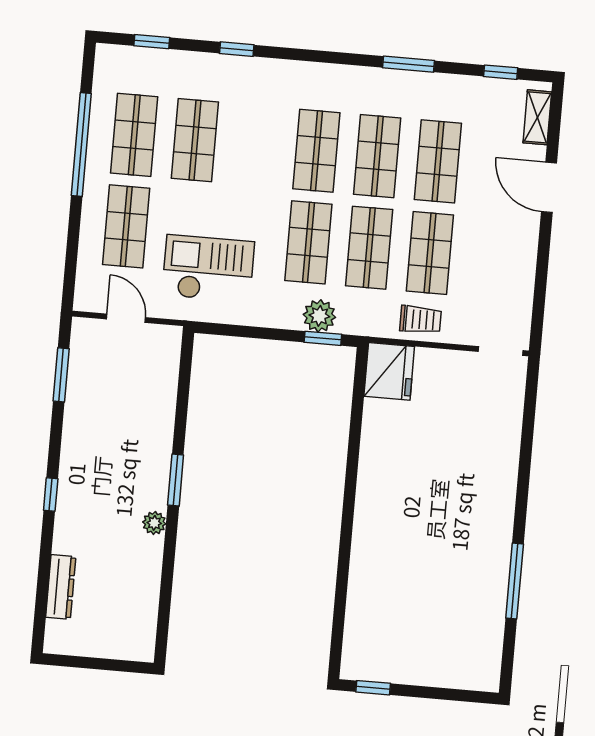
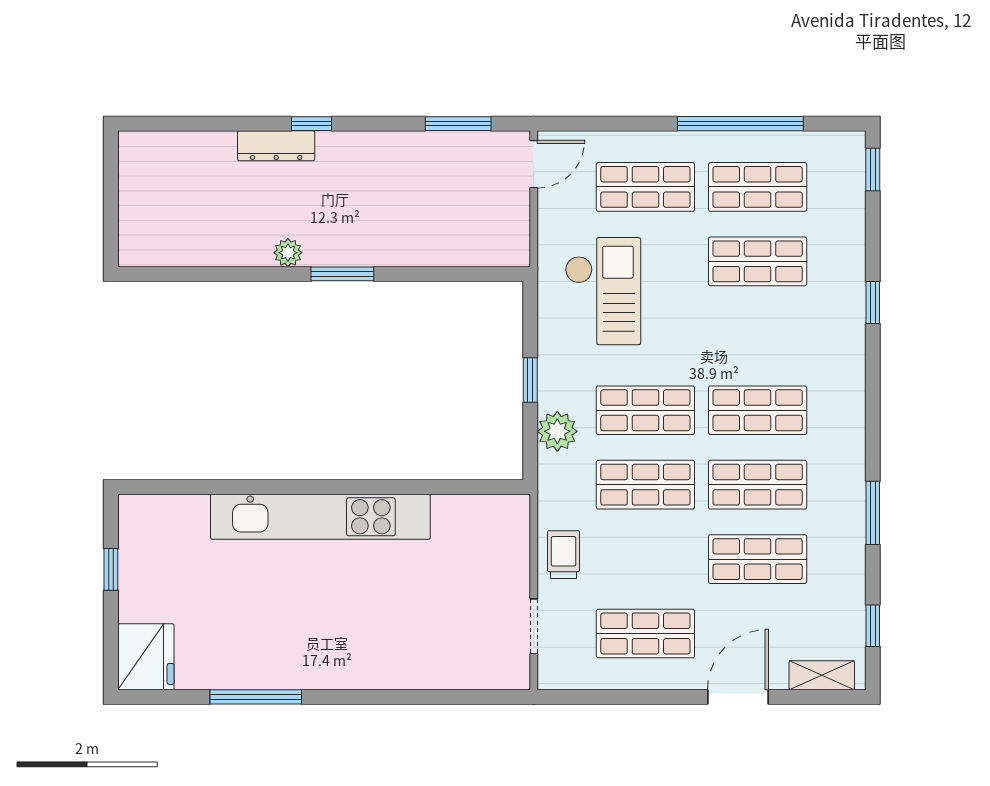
window: (152, 42) -> (873, 169), moved
shop shelf: (430, 253) -> (645, 634), moved
door: (126, 318) -> (534, 164), moved
trolley: (420, 320) -> (563, 555), turned 180
window: (323, 338) -> (530, 380), moved
doorway: (500, 351) -> (534, 626), moved
fridge: (389, 371) -> (146, 657), moved, turned -90
kitchen unit: (372, 515) -> (320, 517), added
dresser: (61, 587) -> (276, 146), moved
window: (373, 688) -> (111, 569), moved

